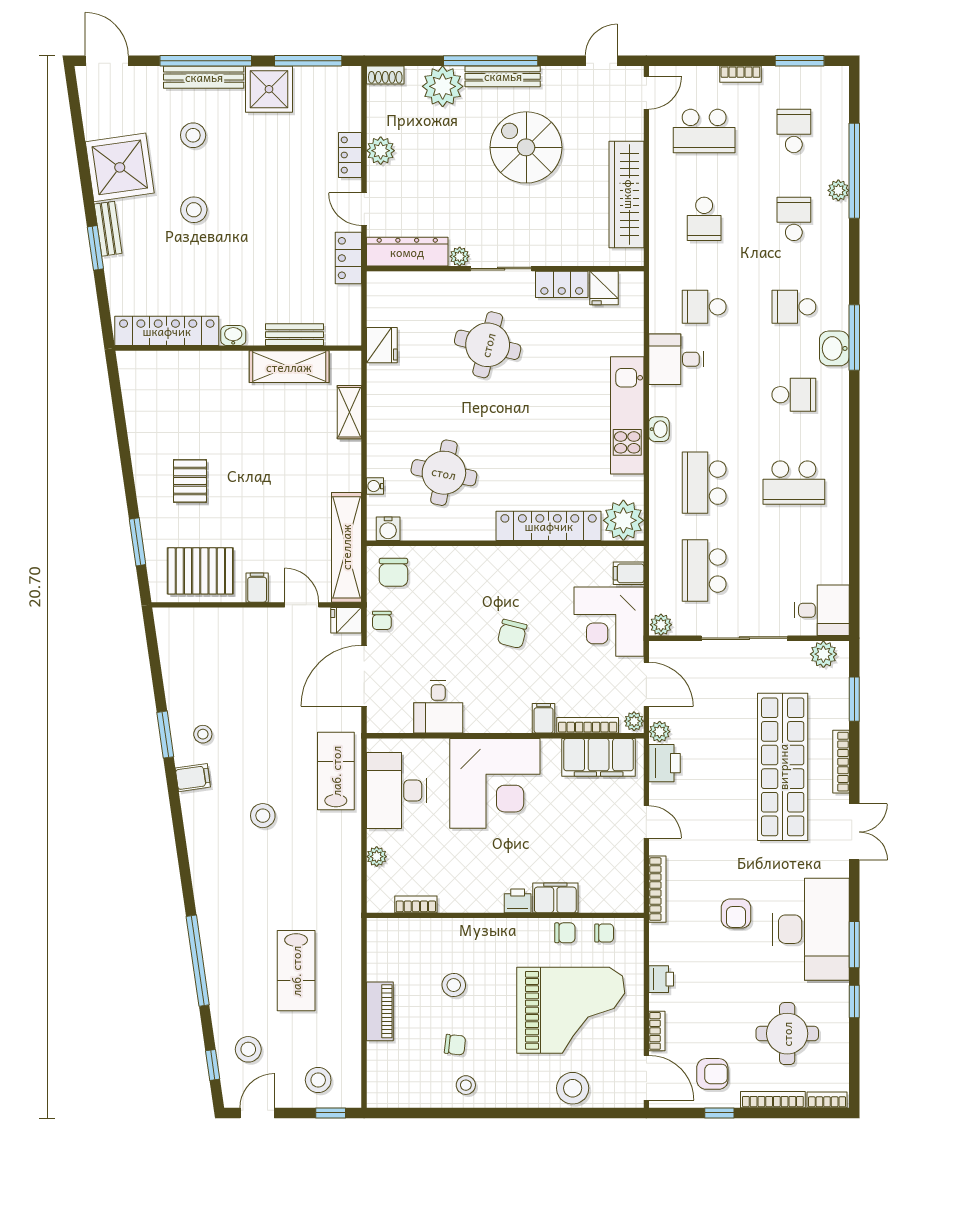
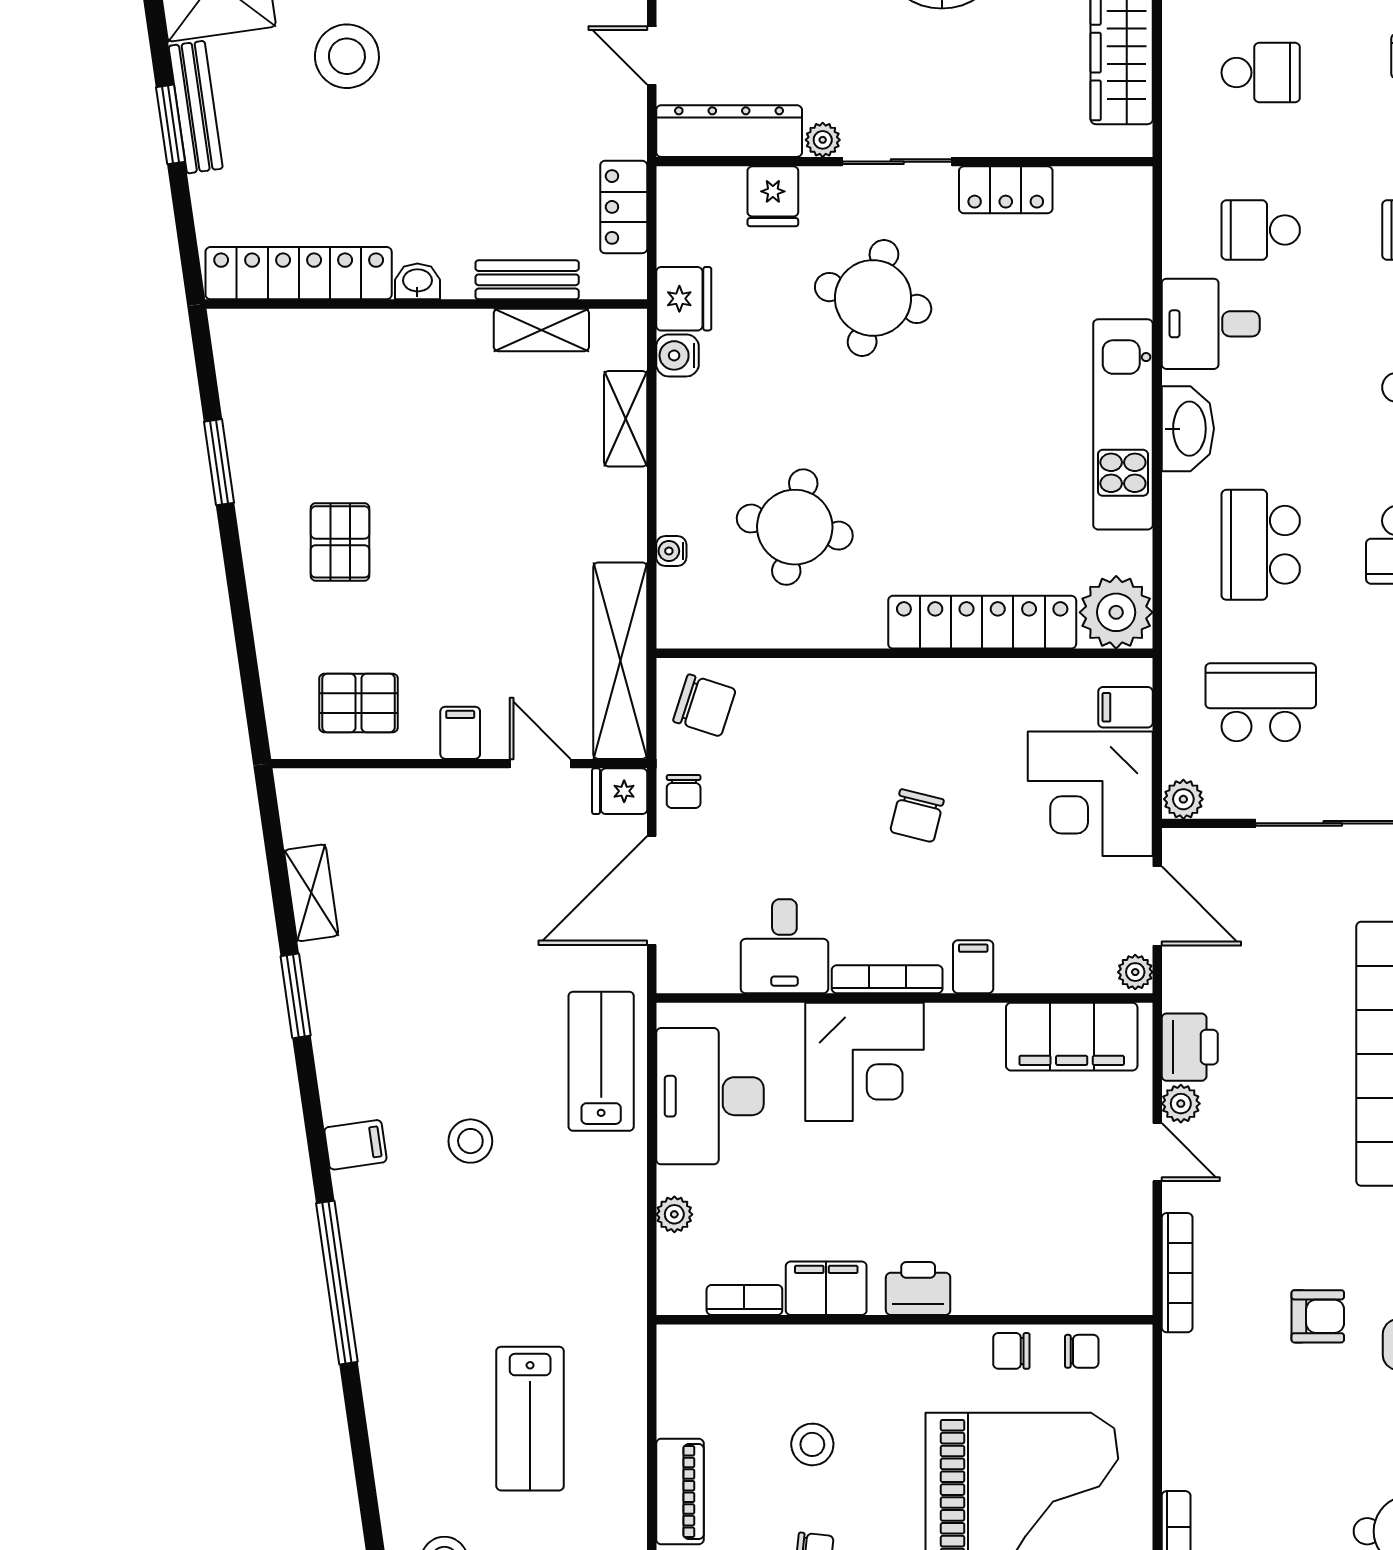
stool: (194, 210) -> (347, 56), width x1.38, depth x1.38
school desk: (704, 219) -> (1261, 73), turned -90
bench: (108, 229) -> (196, 107), width x1.36
locker: (348, 258) -> (624, 207), moved
fridge: (604, 288) -> (773, 196), moved
shelving: (289, 367) -> (541, 330), width x0.67, depth x0.75
washbasin: (659, 429) -> (1188, 429), width x1.91, depth x1.45
water cooler: (388, 529) -> (677, 355), moved, turned 90
window: (138, 542) -> (219, 462), moved
pallet: (200, 571) -> (359, 703), width x0.67, depth x0.71
school desk: (704, 571) -> (1261, 702), turned 90
chair: (393, 572) -> (704, 705), turned -72
shelving: (174, 677) -> (311, 893), added
bookcase: (588, 725) -> (887, 979), moved
plant: (660, 732) -> (1181, 1104), moved
stool: (203, 734) -> (363, 995), removed
filing cabinet: (193, 778) -> (355, 1145), moved
corner desk: (495, 783) -> (865, 1062), width x0.74, depth x0.74
filing cabinet: (555, 898) -> (826, 1288), moved
printer: (518, 901) -> (918, 1289), width x1.36, depth x1.24
armchair: (736, 913) -> (1318, 1316), turned -90
chair: (565, 933) -> (1011, 1351), turned 180
window: (198, 961) -> (337, 1283), moved
printer: (661, 979) -> (1184, 1434), removed

